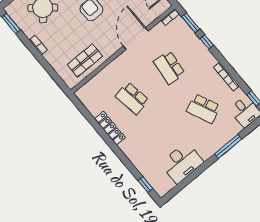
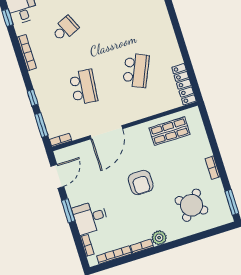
school desk: (132, 98) -> (136, 70), turned 33
school desk: (203, 109) -> (65, 29), width x0.54
locker: (110, 128) -> (184, 84), moved

